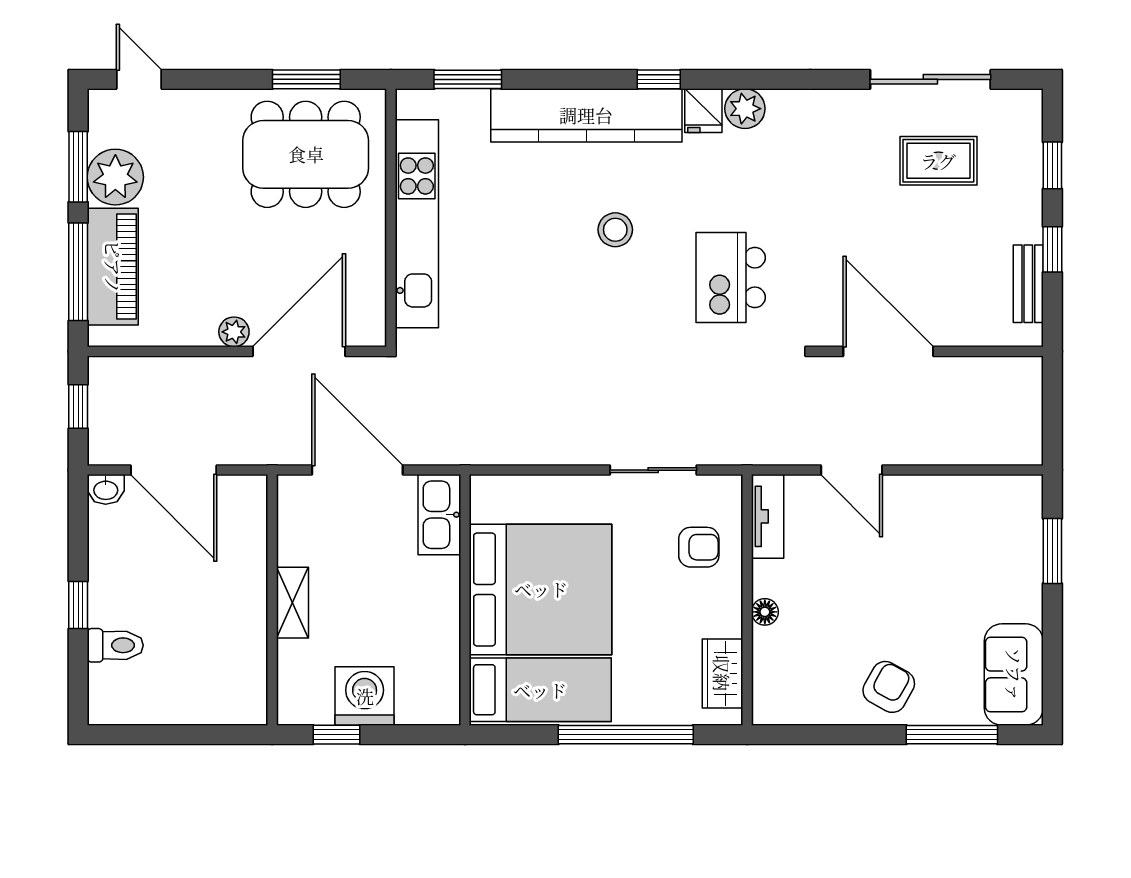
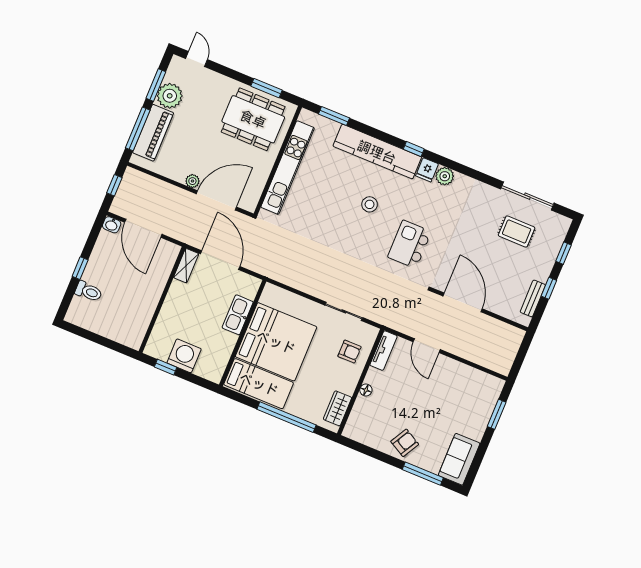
kitchen sink: (439, 515) -> (238, 315), moved
shelving: (293, 603) -> (186, 266), moved

